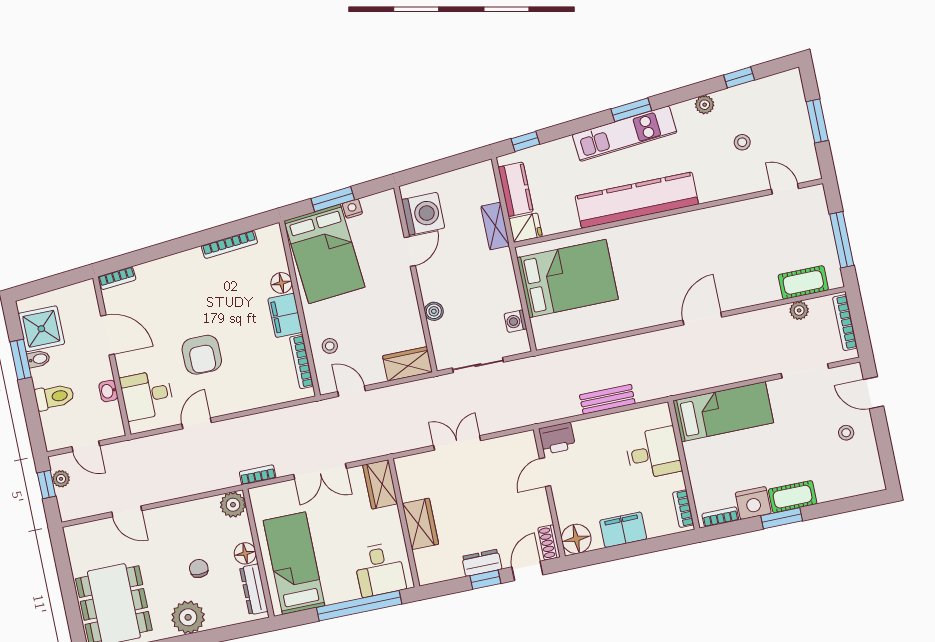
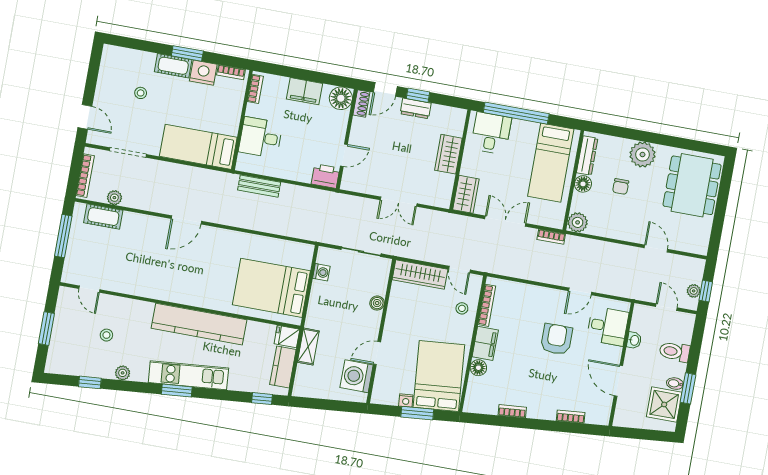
bookcase: (229, 244) -> (512, 411), width x0.64
bookcase: (117, 278) -> (571, 417), moved
wardrobe: (407, 364) -> (420, 275), width x1.50
bench: (607, 399) -> (259, 186), moved
stool: (846, 433) -> (141, 93), moved

